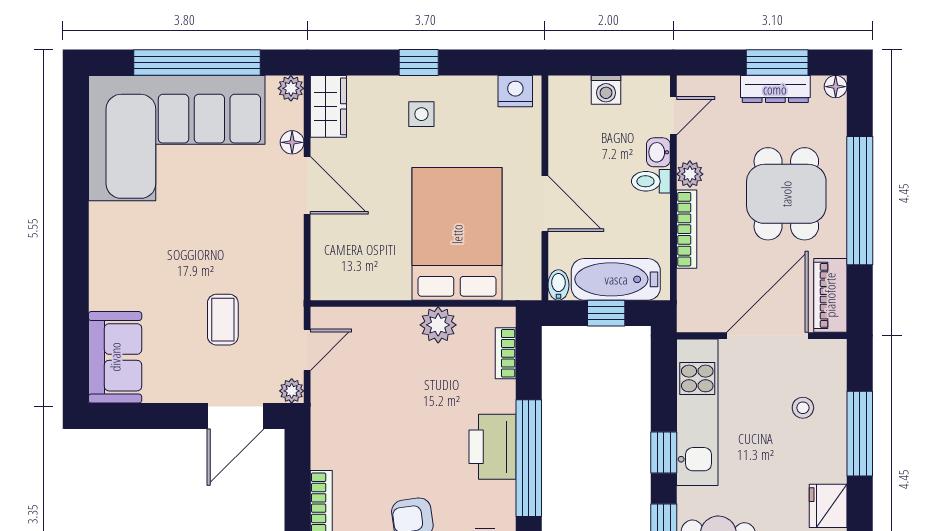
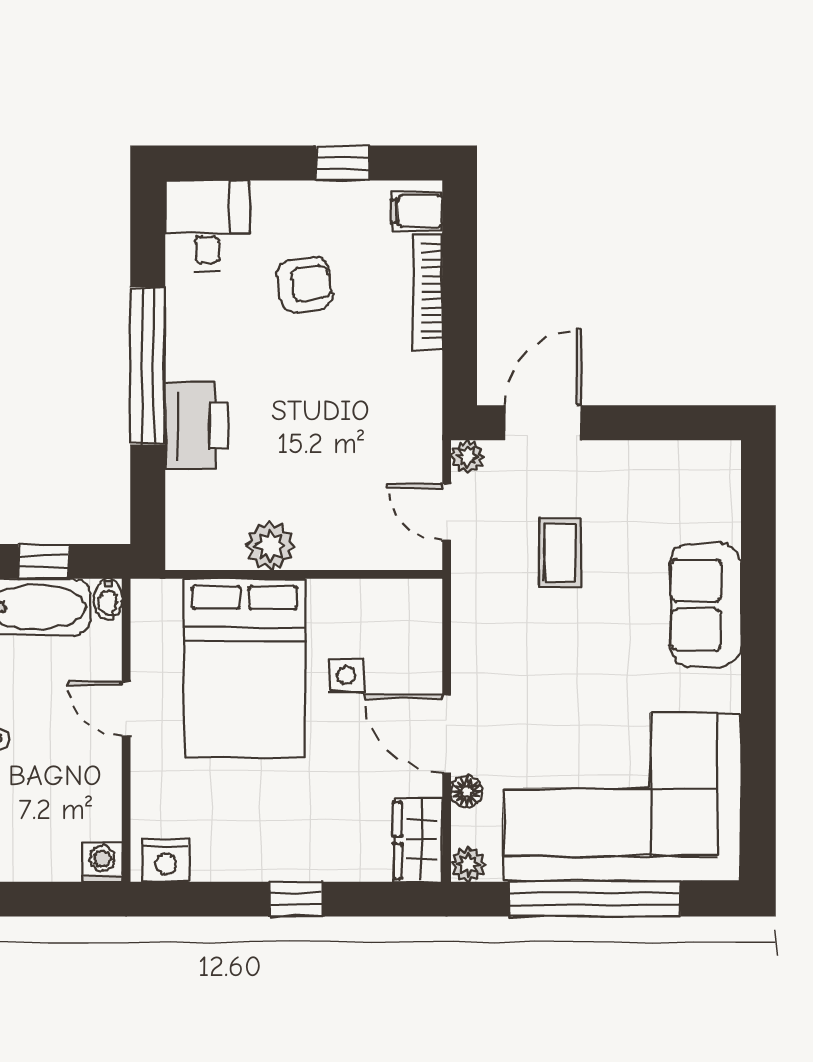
washing machine: (606, 90) -> (102, 862), moved
side table: (421, 114) -> (346, 675), moved
door: (545, 204) -> (126, 709), width x0.73
door: (307, 350) -> (447, 512), hinge flipped
bookcase: (506, 353) -> (179, 507), removed
sofa: (115, 357) -> (705, 605), moved
printer: (493, 447) -> (197, 425), moved

